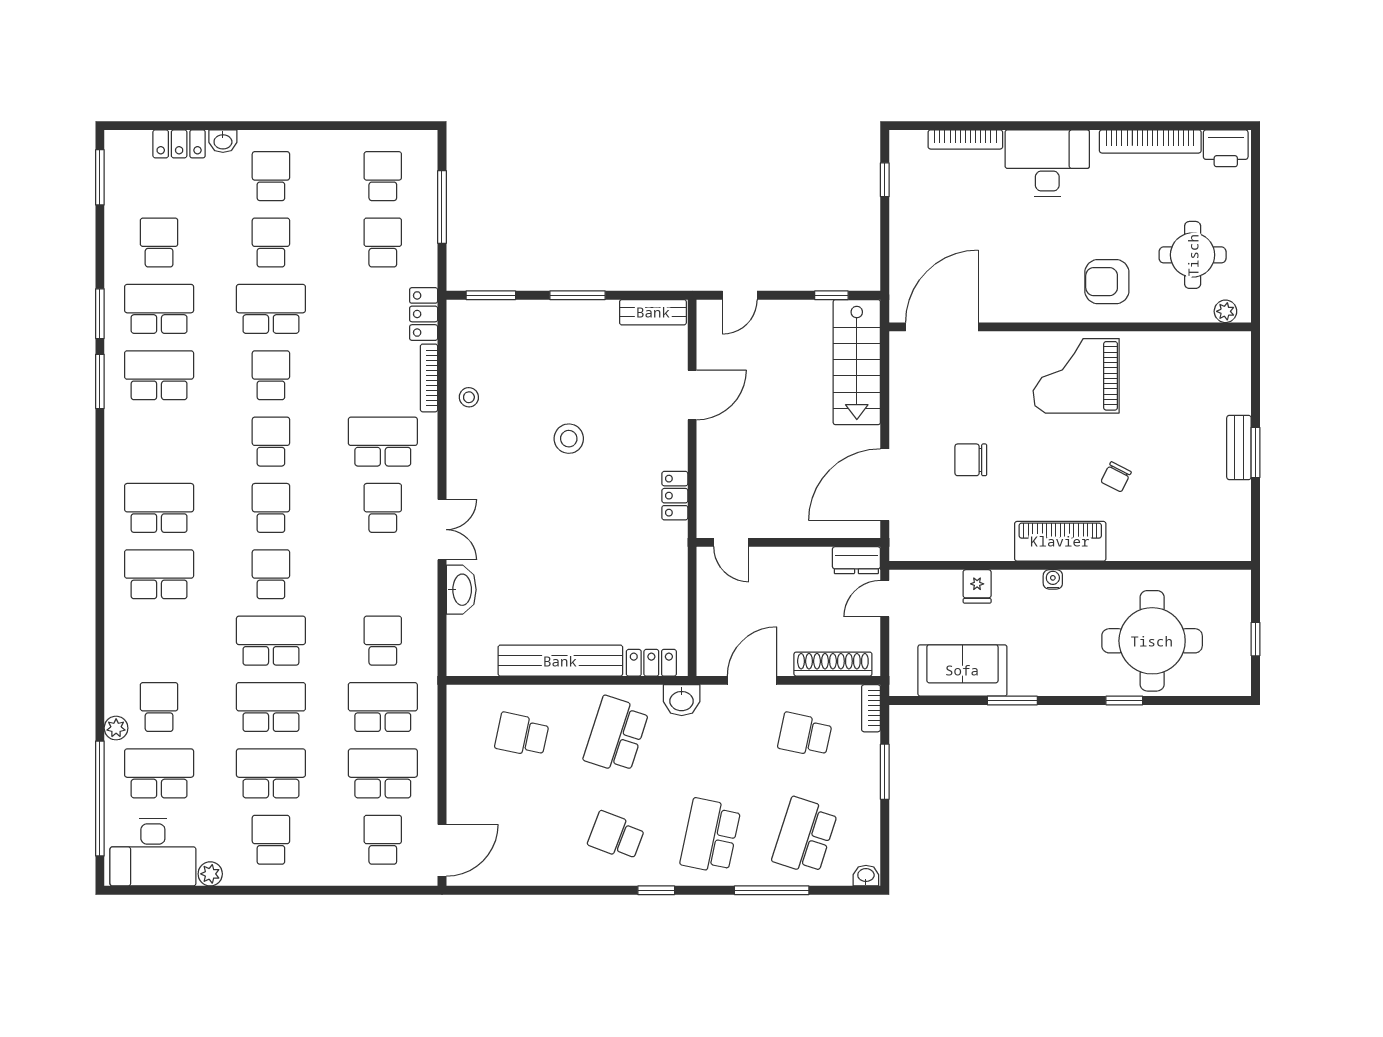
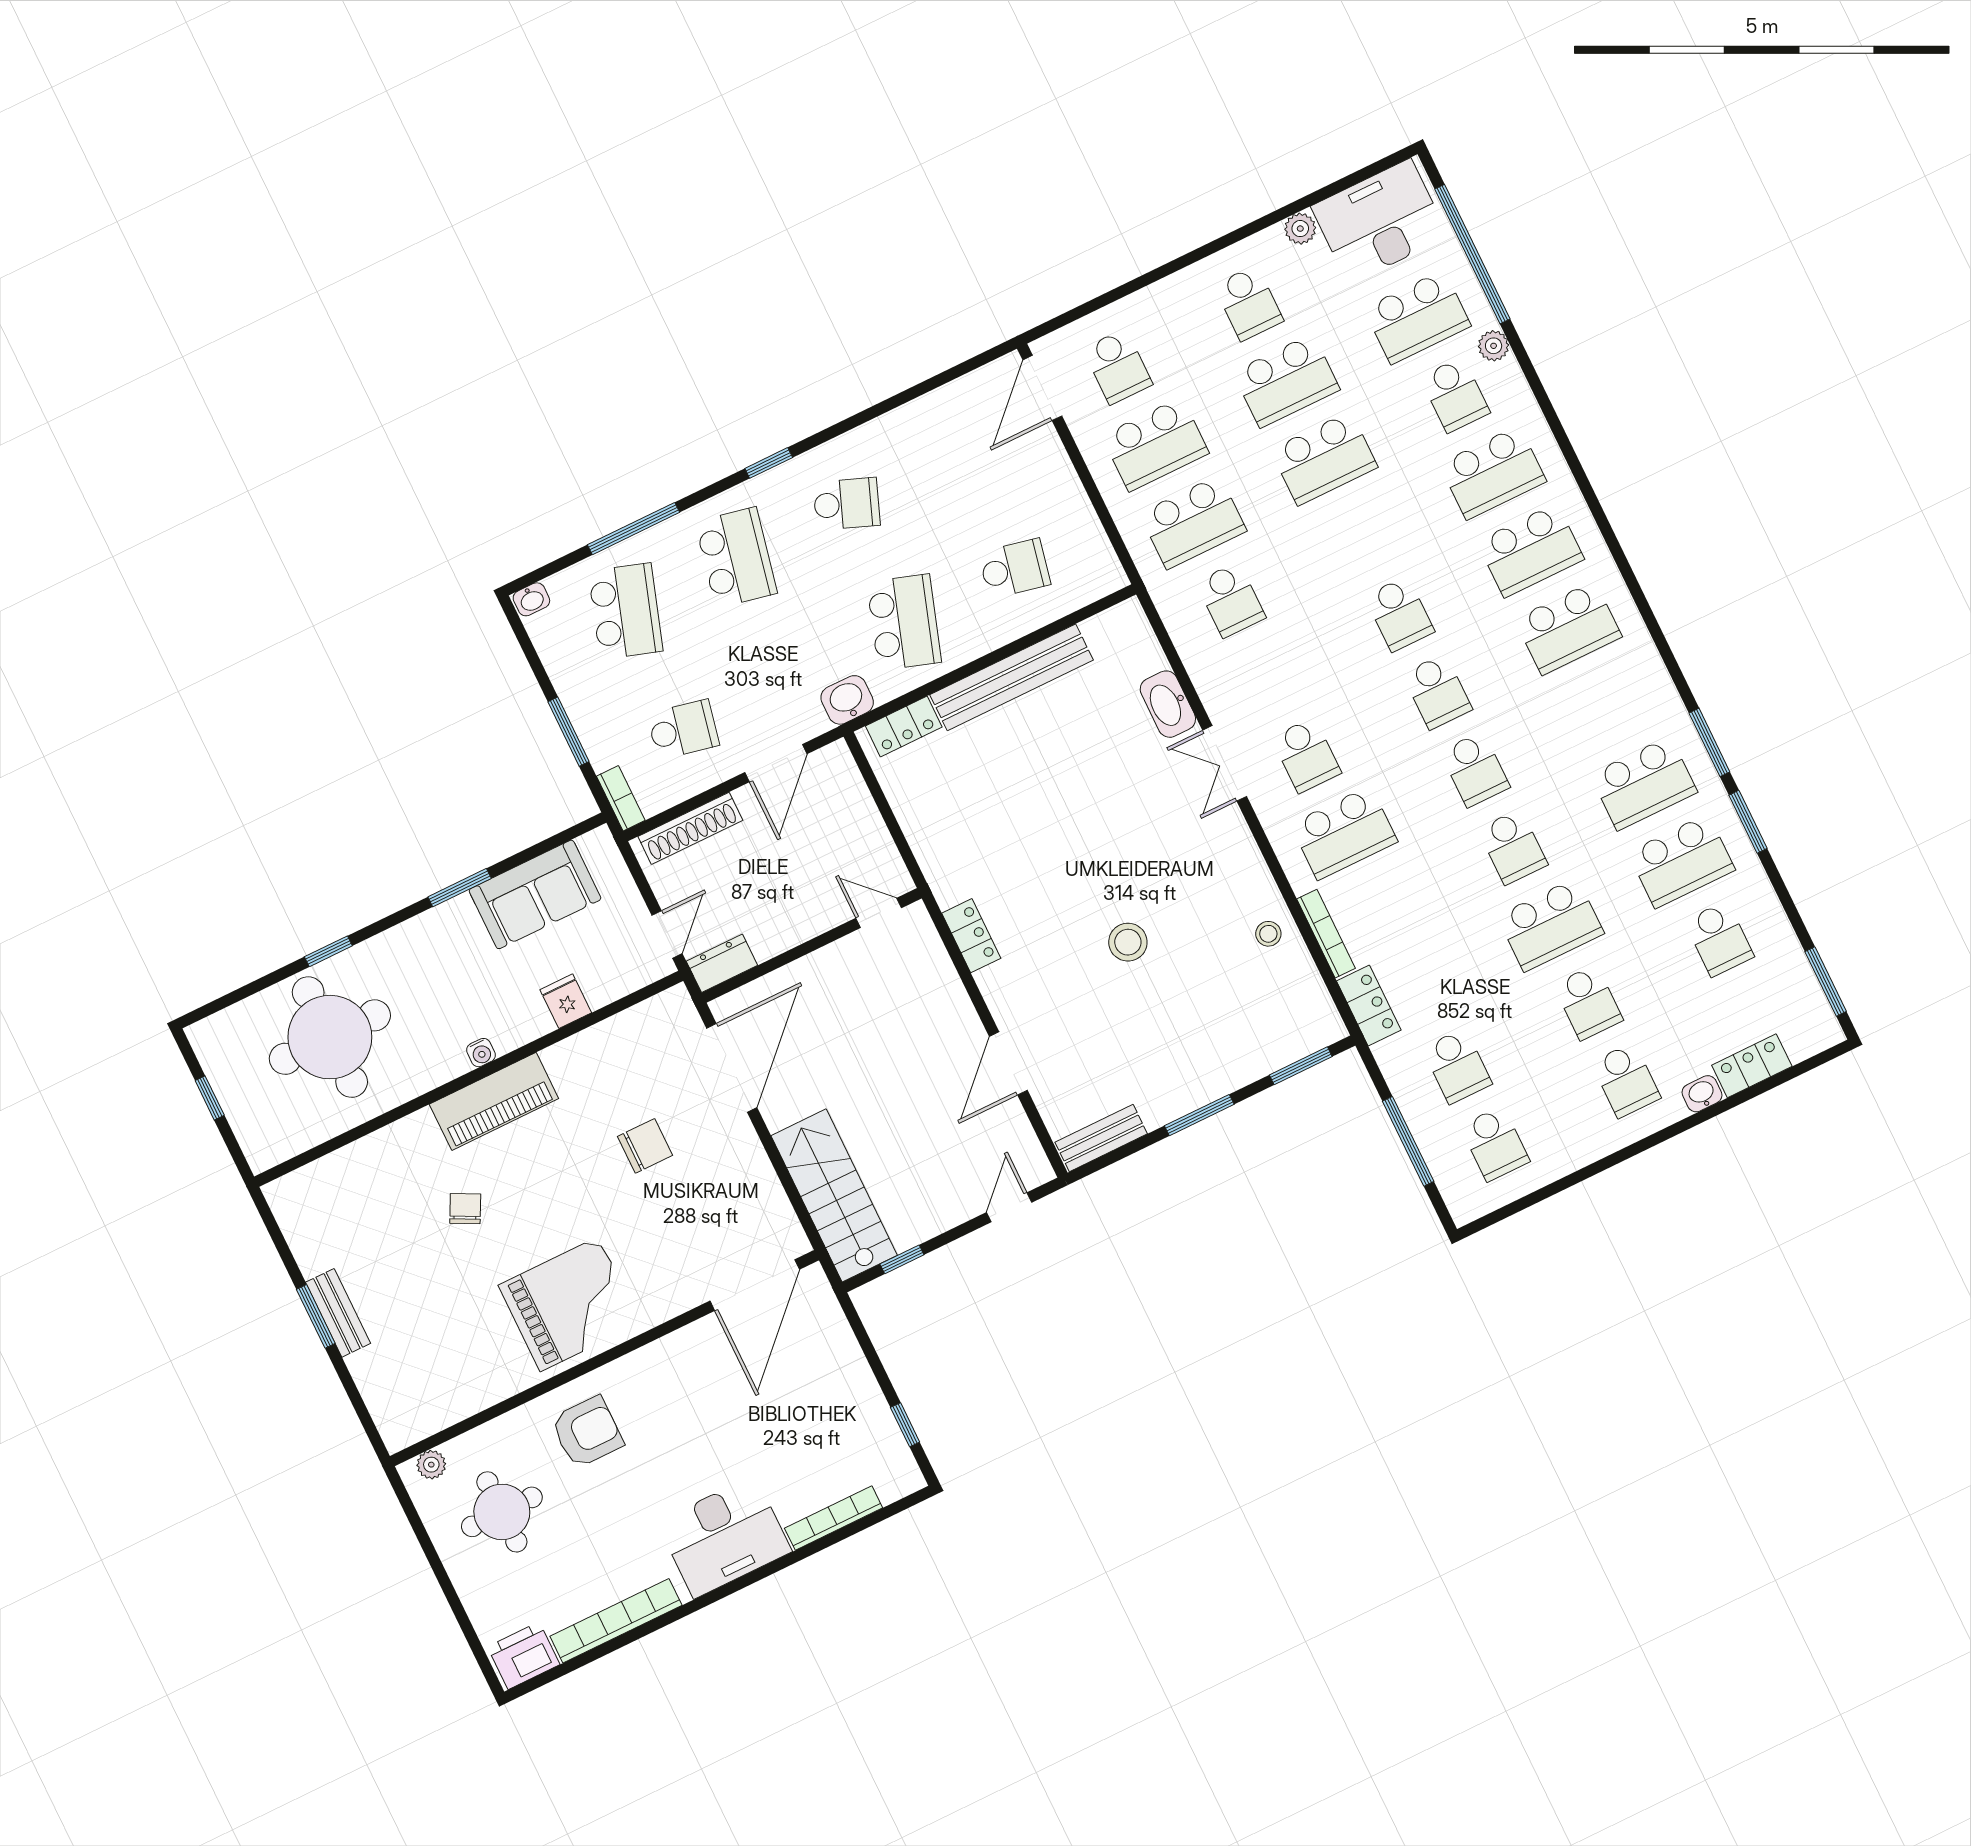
school desk: (271, 641) -> (1493, 473), moved

